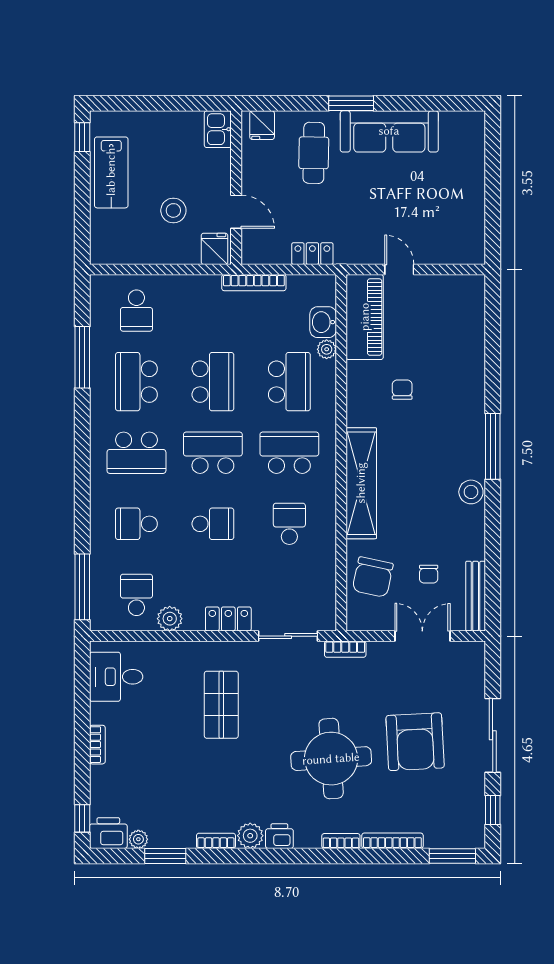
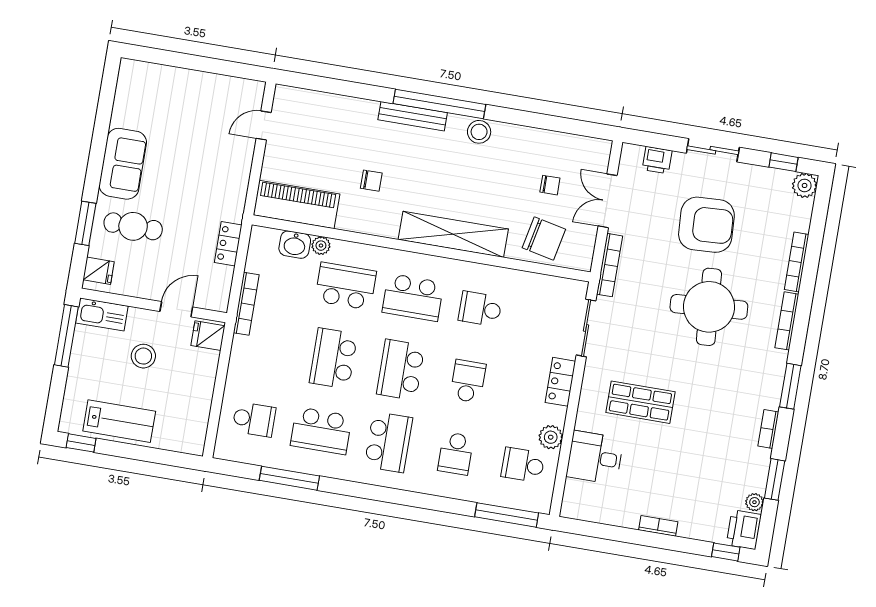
window: (190, 103) -> (66, 336), added
window: (351, 103) -> (85, 223), moved
kitchen sink: (218, 129) -> (102, 314), width x1.38
sofa: (389, 131) -> (123, 164), width x0.73
stool: (173, 210) -> (143, 356), moved
door: (399, 269) -> (264, 126), moved
school desk: (213, 382) -> (333, 358), turned -90
chair: (402, 390) -> (371, 181), turned 180
window: (493, 446) -> (439, 104), width x1.46
school desk: (289, 453) -> (413, 297), turned -90
bench: (476, 596) -> (413, 116), moved
bookcase: (345, 649) -> (610, 265), width x1.56
desk: (116, 677) -> (595, 458), moved, turned 90
sliding door: (493, 735) -> (713, 150), width x0.73
plant: (250, 836) -> (805, 185), moved
printer: (279, 836) -> (657, 160), moved, turned -90
bookcase: (341, 841) -> (787, 321), width x1.56
window: (452, 856) -> (790, 386), moved

